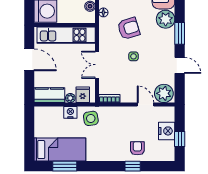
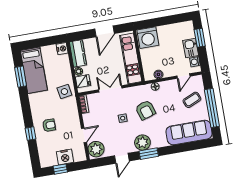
plant: (166, 19) -> (142, 143), moved
nightstand: (70, 112) -> (62, 49), moved
armchair: (137, 148) -> (49, 125), moved

